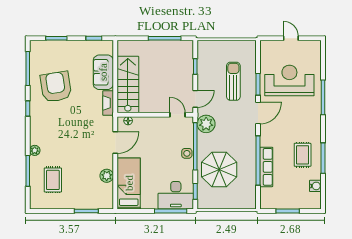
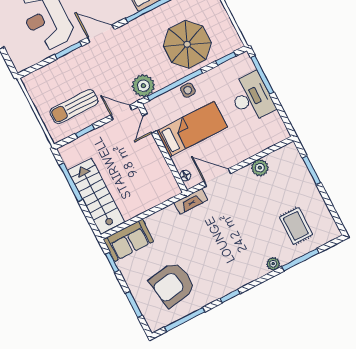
sofa: (103, 72) -> (128, 240), moved
sun lounger: (233, 81) -> (74, 107), moved
stairs: (128, 84) -> (96, 196), moved, turned 90
armchair: (56, 87) -> (172, 284), moved
fireplace: (108, 103) -> (191, 201), moved
rug: (53, 180) -> (296, 226), turned 90
bed: (129, 183) -> (192, 129), moved, turned 180
desk: (176, 195) -> (251, 97), moved

